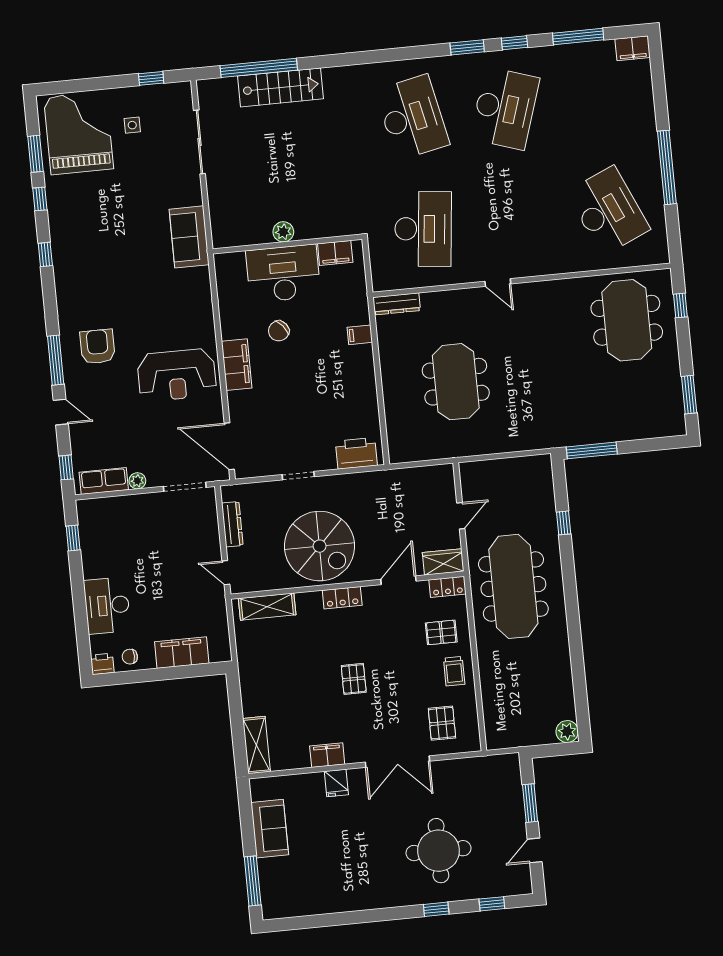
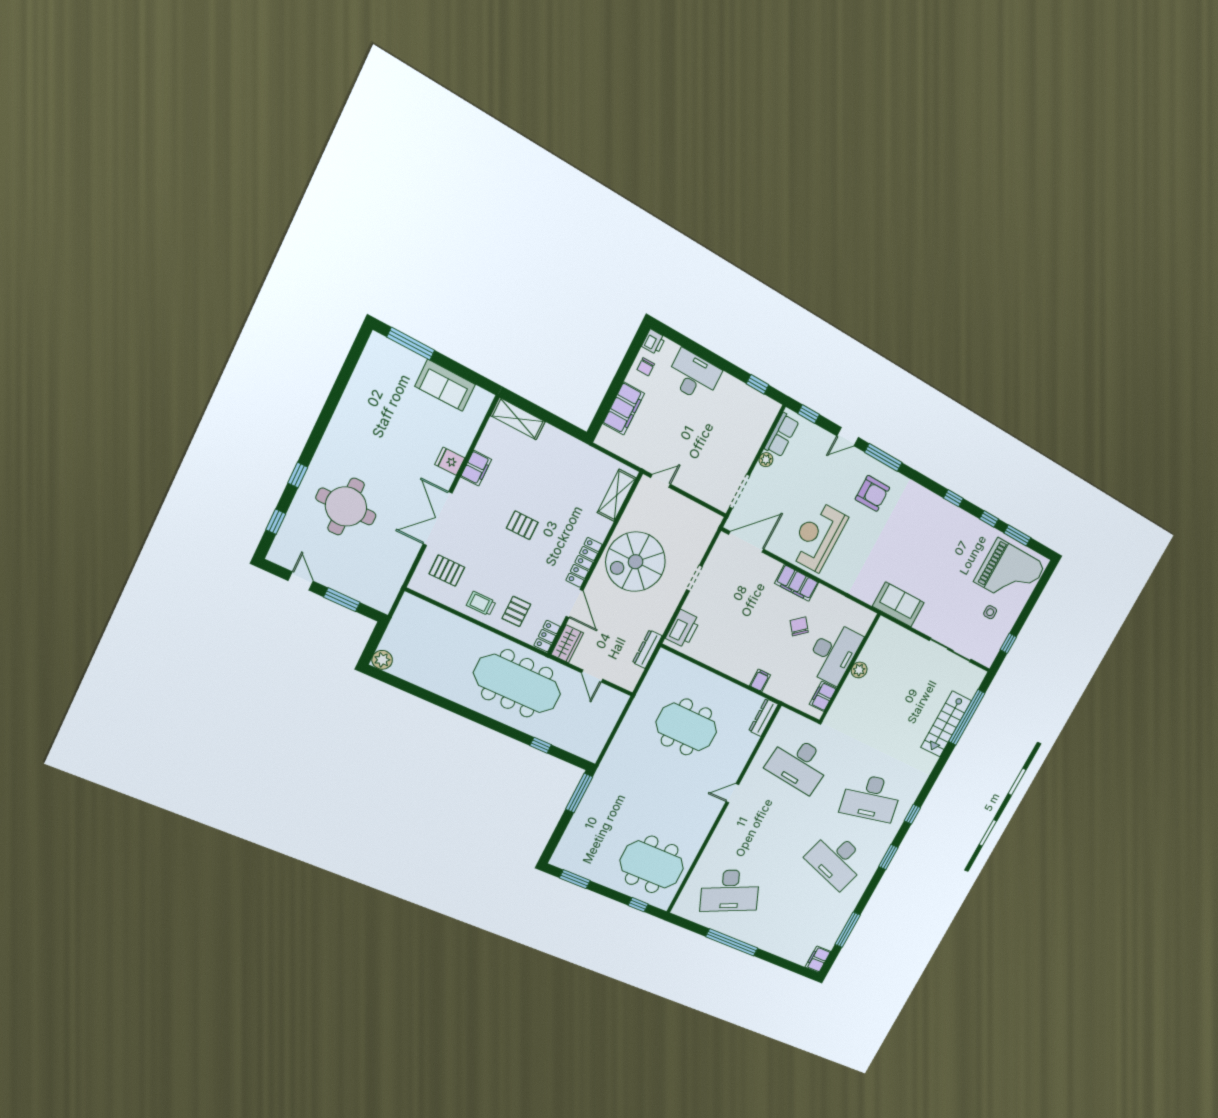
window: (514, 43) -> (912, 814), moved
dresser: (232, 524) -> (647, 649), moved, turned 90
locker: (342, 598) -> (584, 562), width x1.53
chair: (130, 657) -> (646, 367), turned 180

